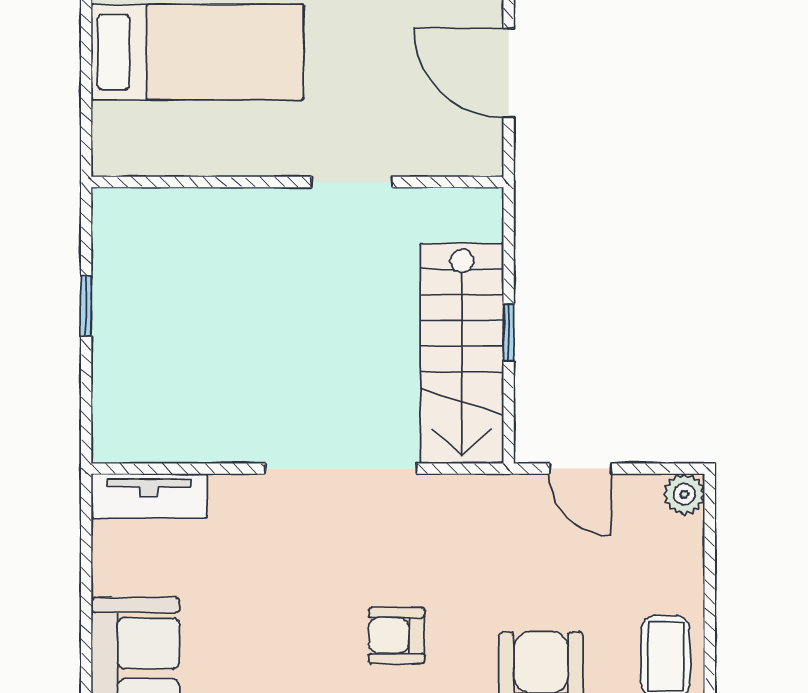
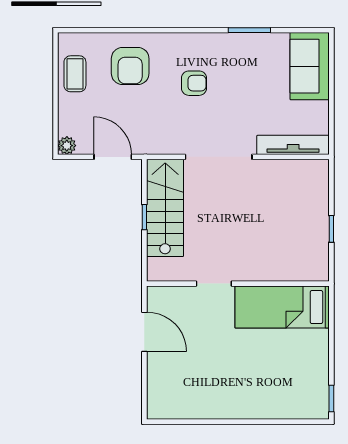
bed: (197, 52) -> (282, 307), moved
door: (580, 469) -> (113, 157), width x1.38
tv unit: (149, 496) -> (293, 145), width x1.41

